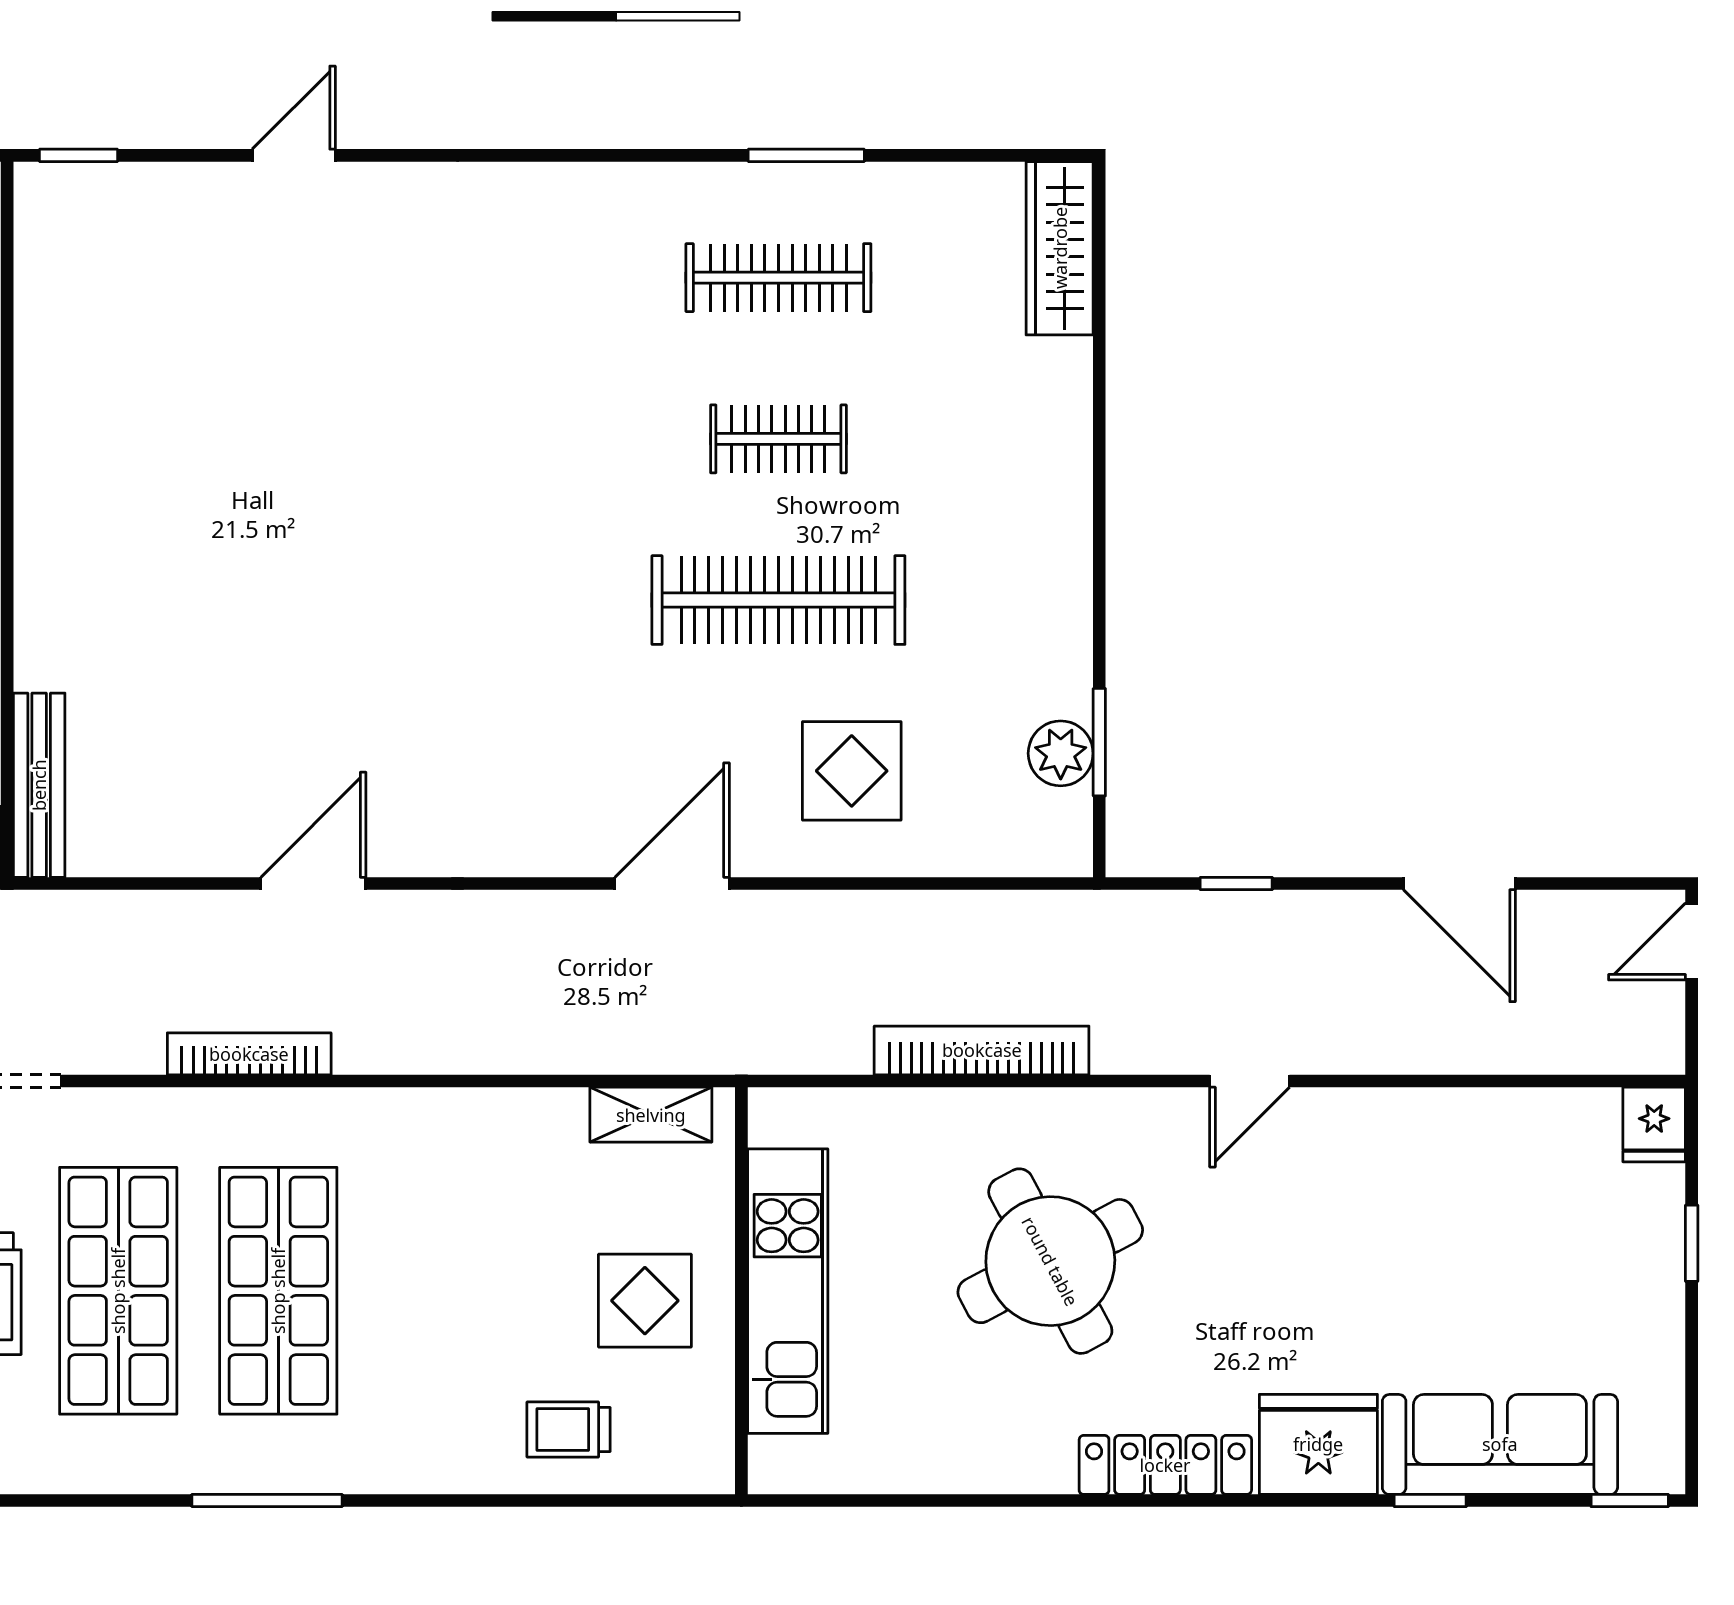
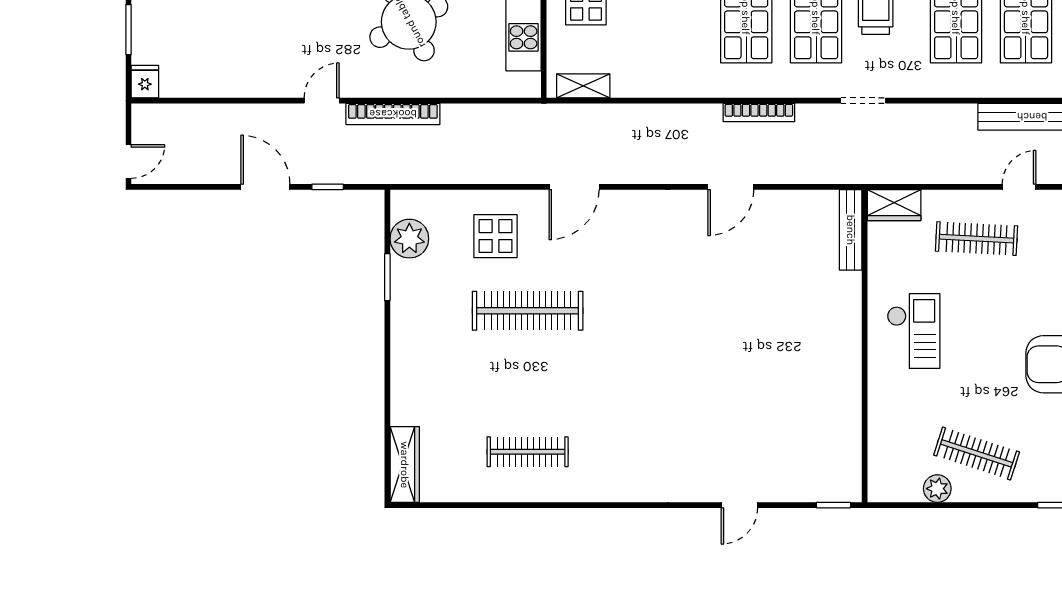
window: (806, 155) -> (515, 505), removed
clothes rail: (778, 439) -> (528, 381), removed
window: (1099, 742) -> (387, 277), moved
plant: (1061, 753) -> (409, 239), width x1.36, depth x1.36
door: (1459, 884) -> (265, 187), moved
bookcase: (982, 1050) -> (393, 114), moved
window: (1692, 1243) -> (128, 30), width x1.50

